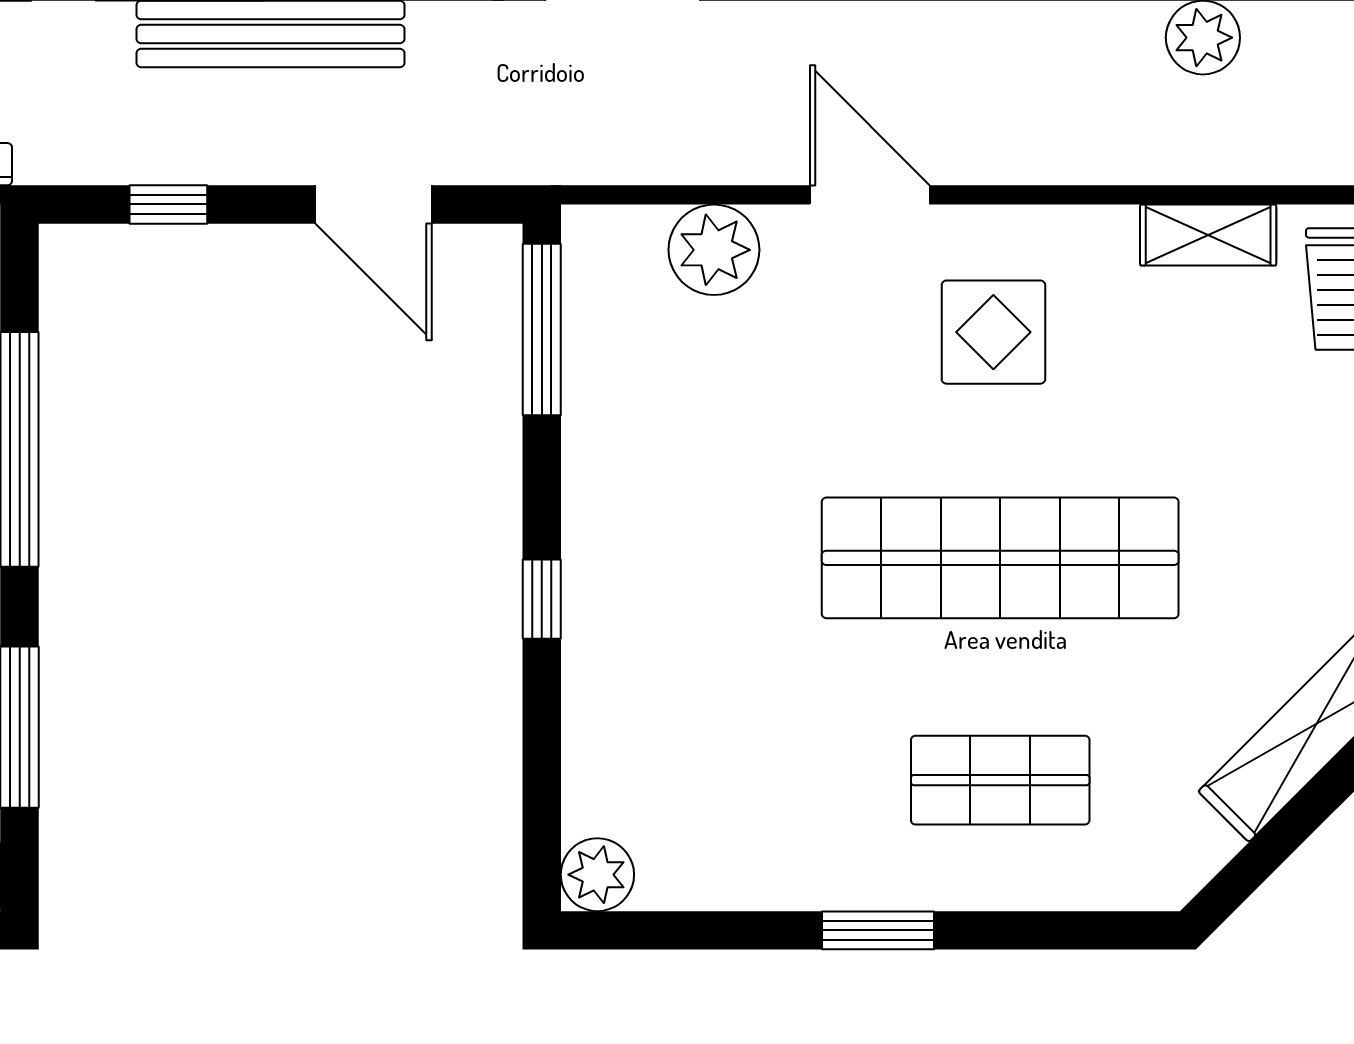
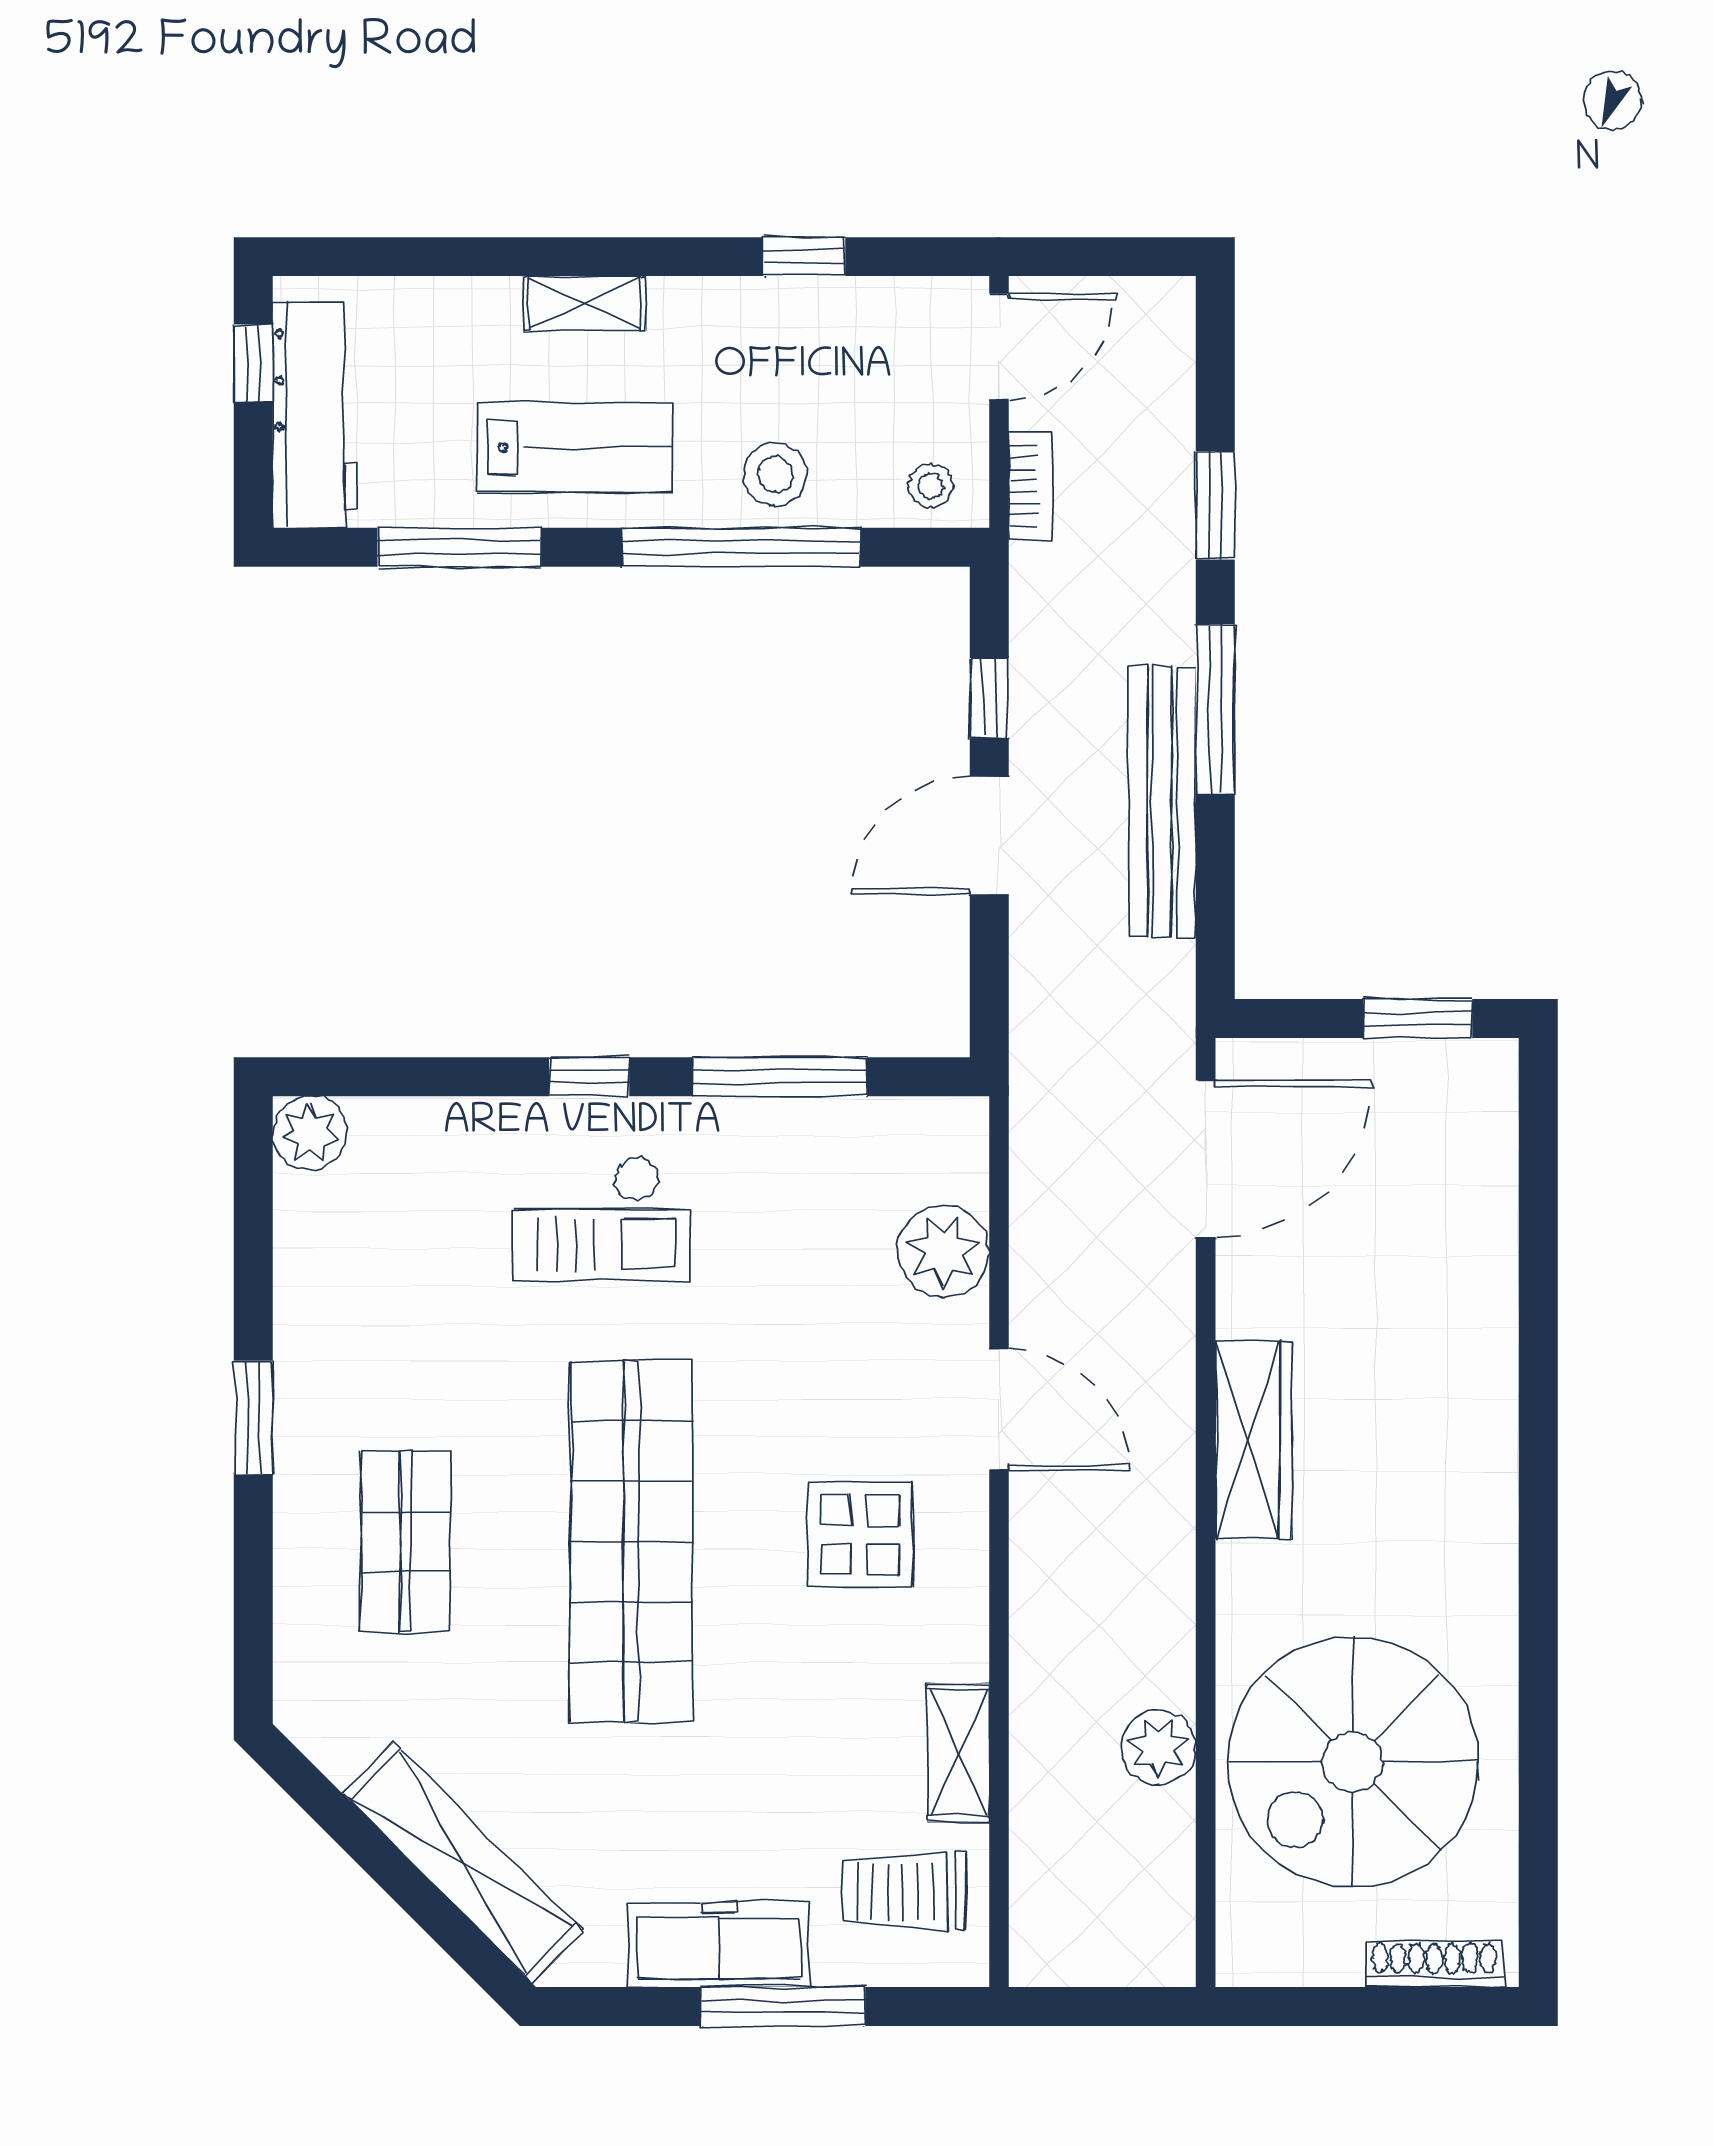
door: (870, 195) -> (999, 1409), hinge flipped
door: (374, 204) -> (989, 836), moved
window: (542, 330) -> (780, 1077), moved
checkout: (682, 587) -> (601, 1219), added

